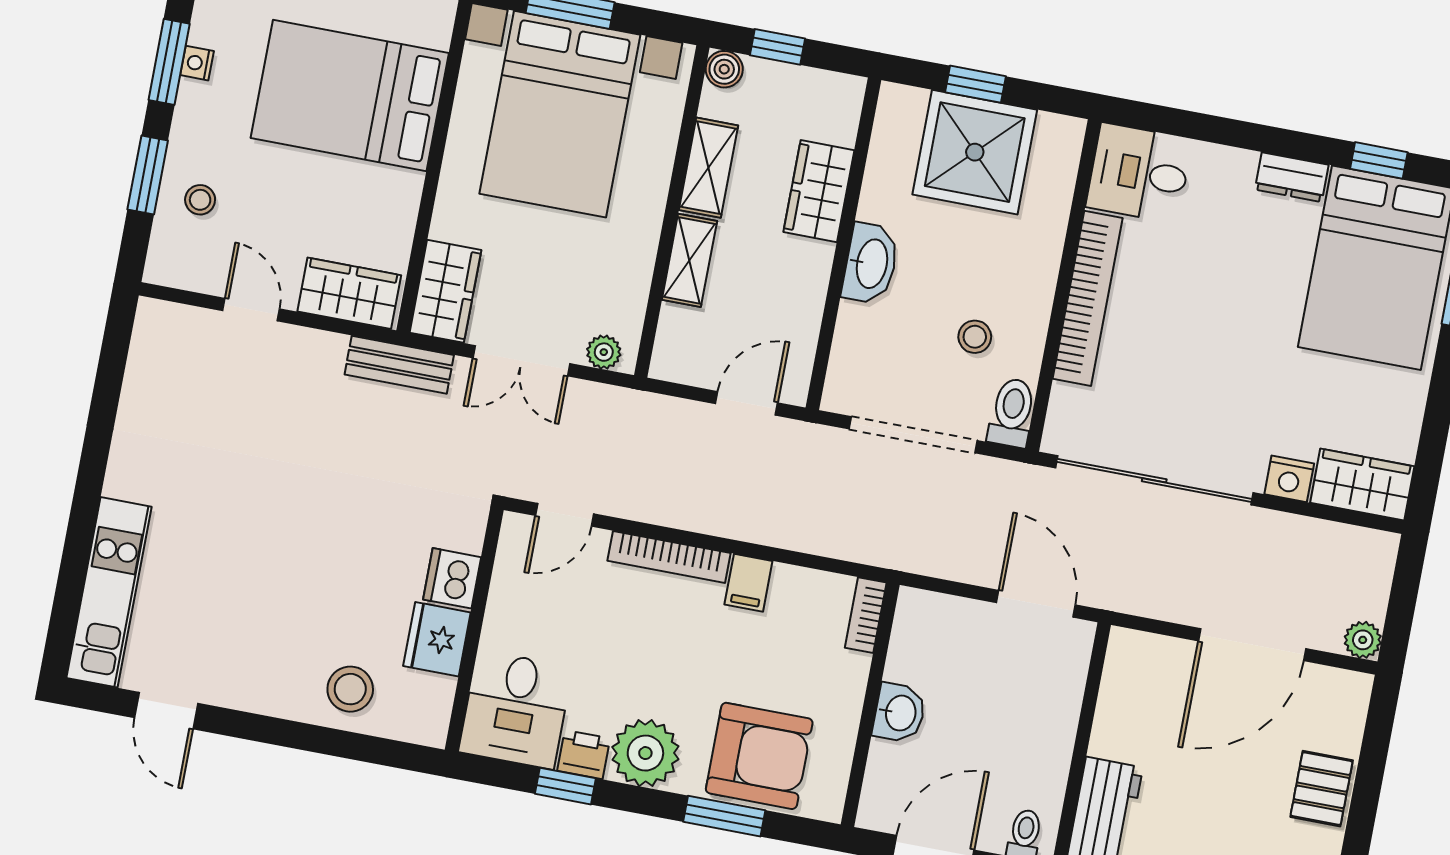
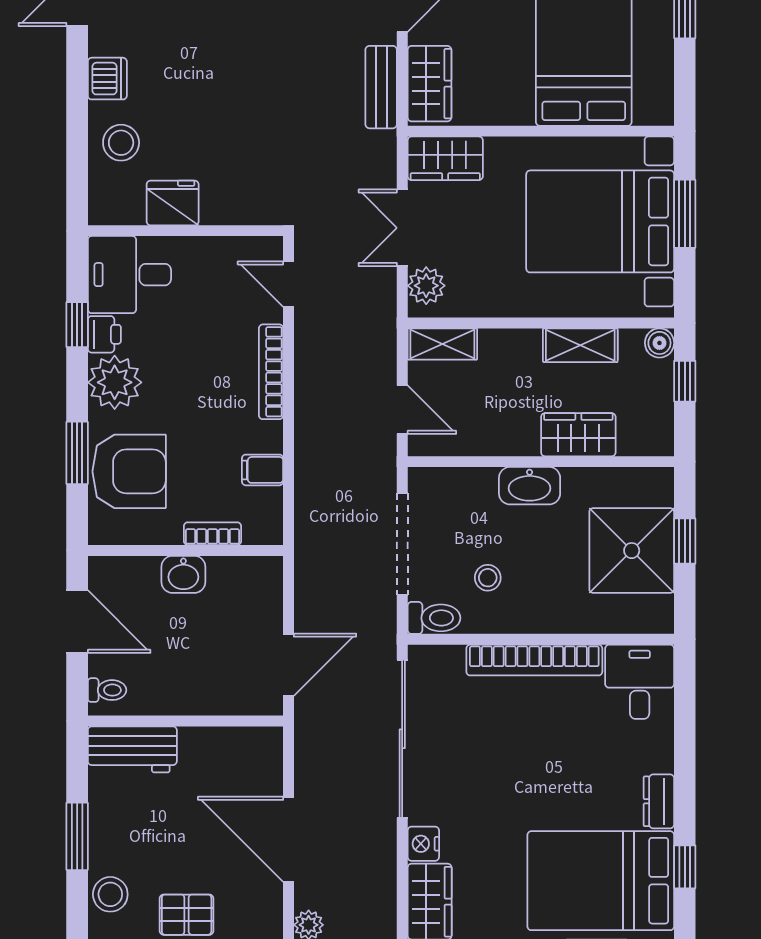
shelving: (689, 260) -> (442, 344), moved
plant: (604, 352) -> (426, 286), width x1.38, depth x1.38
bench: (399, 365) -> (381, 87), moved
dishwasher: (452, 578) -> (107, 79), moved, turned 90
filing cabinet: (748, 583) -> (263, 470), moved
bookcase: (866, 615) -> (212, 534), moved
armchair: (759, 756) -> (129, 471), turned -90

